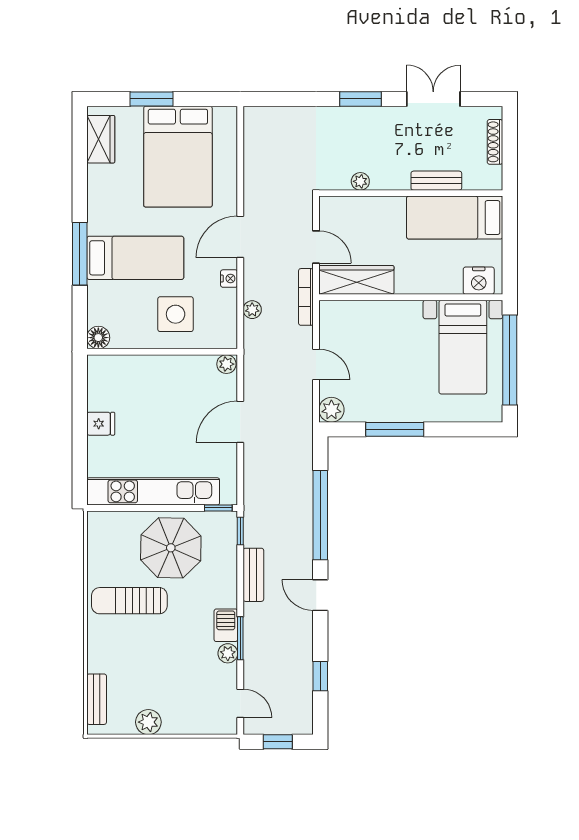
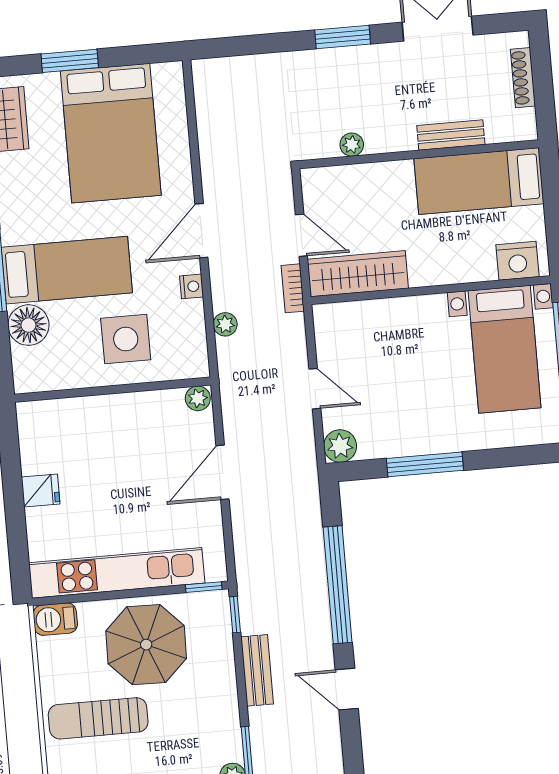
bookcase: (306, 297) -> (293, 288), width x0.64
floor lamp: (98, 338) -> (28, 325), moved, width x1.38, depth x1.38
barbecue: (226, 625) -> (55, 619), moved, turned -90

